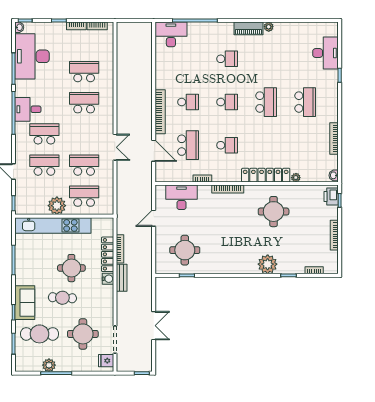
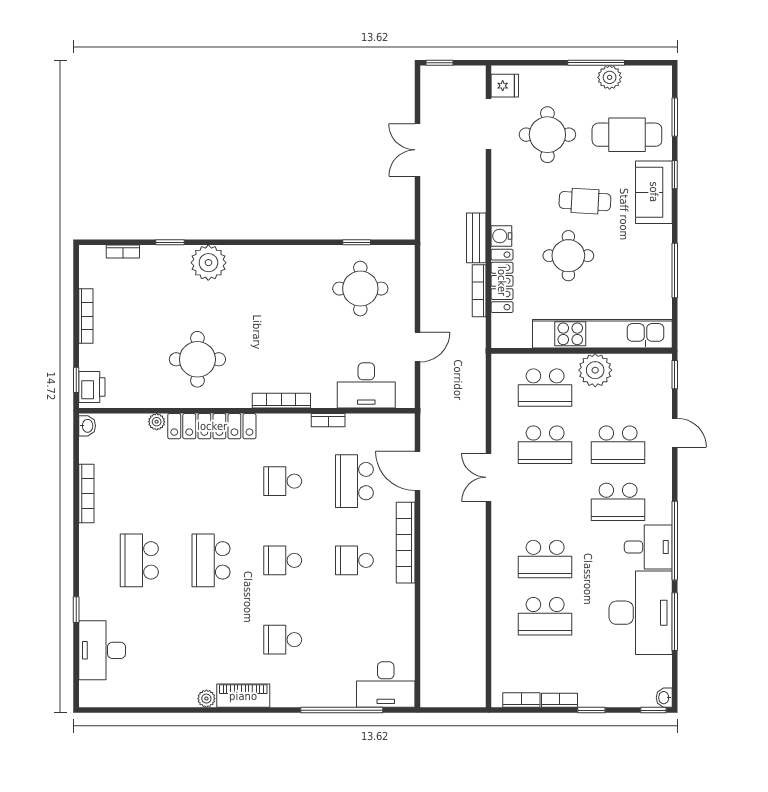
desk: (32, 56) -> (641, 613), moved

